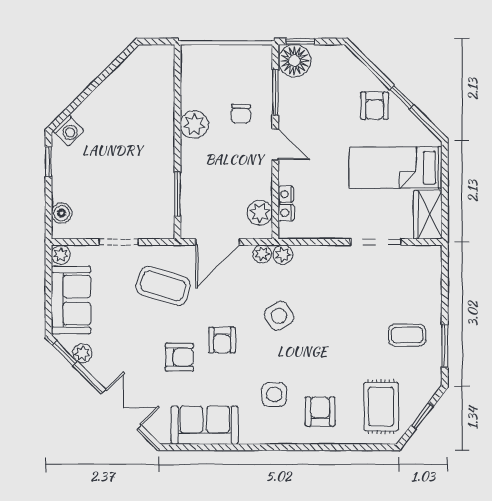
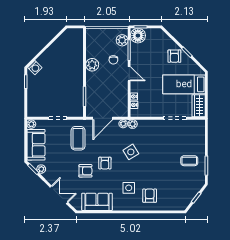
boiler: (61, 213) -> (32, 105), removed
plant: (260, 213) -> (122, 40), moved
coffee table: (163, 286) -> (78, 138), turned 73
rug: (381, 407) -> (177, 193), removed

